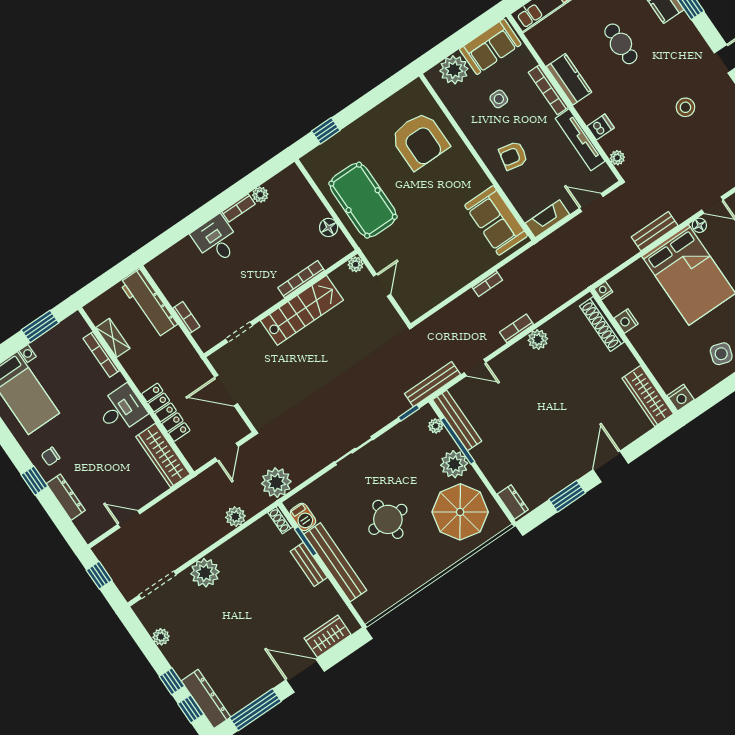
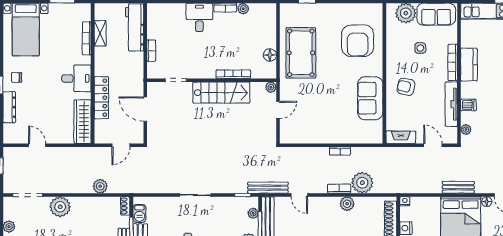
sofa: (496, 220) -> (370, 98), moved
plant: (276, 483) -> (362, 183), moved

